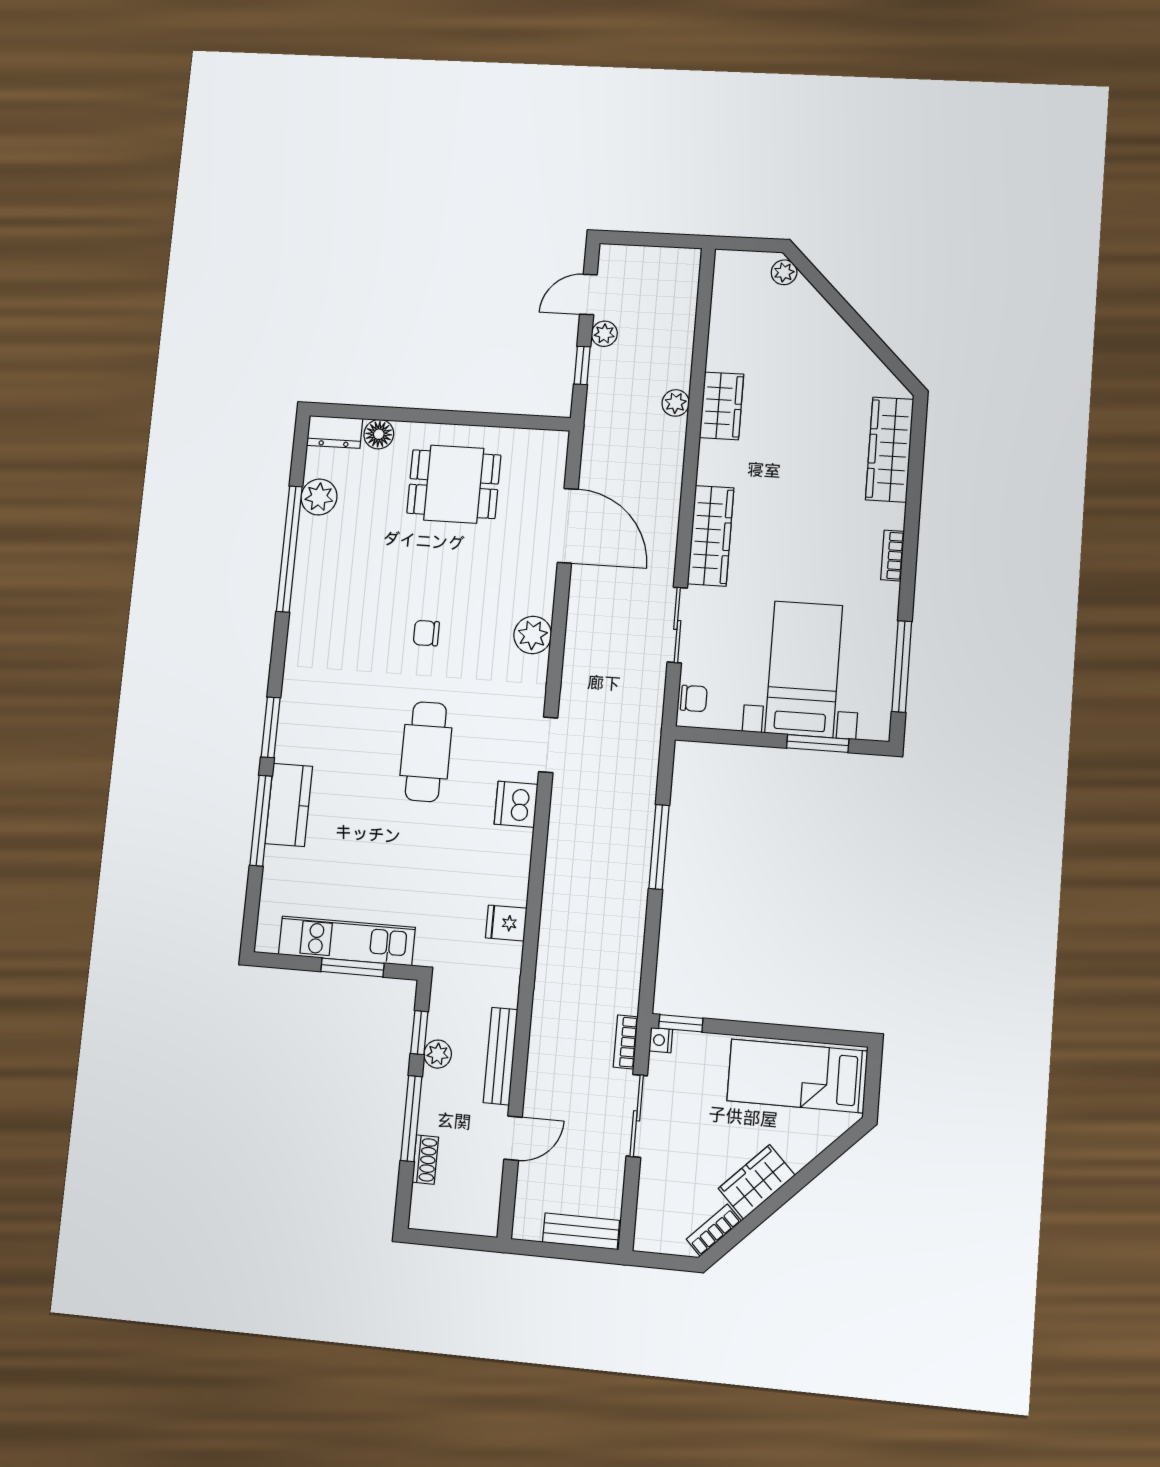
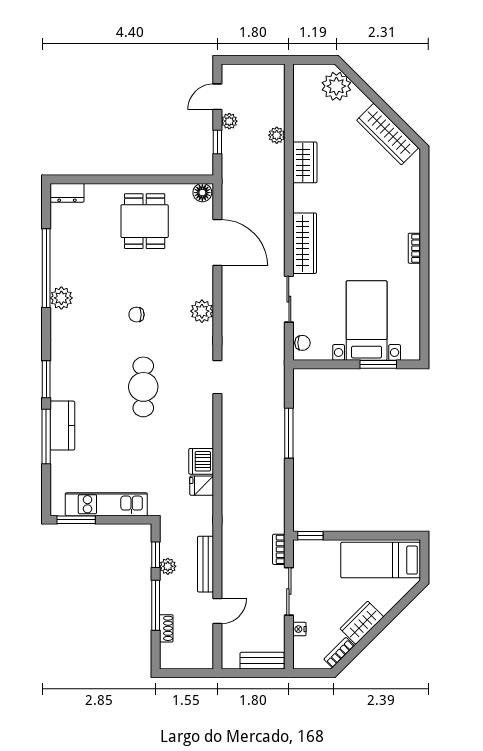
plant: (784, 272) -> (336, 86), width x1.87, depth x1.87
plant: (676, 403) -> (277, 135), moved
floor lamp: (379, 434) -> (202, 193), moved
wardrobe: (890, 450) -> (388, 134), moved, turned -45
dining table: (454, 484) -> (145, 221), turned 90
plant: (319, 497) -> (61, 298), moved
window: (902, 666) -> (424, 315), removed
dishwasher: (516, 804) -> (201, 461), moved
window: (352, 967) -> (76, 520), moved
nightstand: (661, 1040) -> (299, 629), moved

